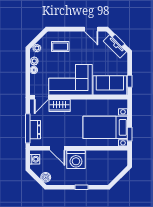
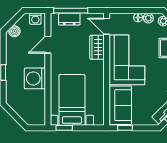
washing machine: (76, 159) -> (35, 78), moved

